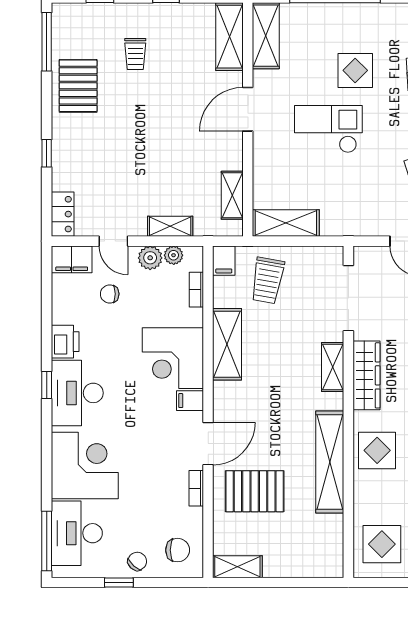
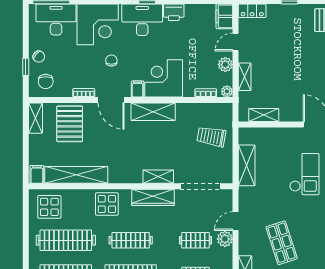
shelving: (286, 223) -> (247, 165), moved
plant: (174, 255) -> (227, 91), moved
filing cabinet: (224, 261) -> (37, 174), moved, turned 90
chair: (110, 294) -> (111, 60), moved
shelving: (227, 344) -> (153, 112), moved
shelving: (330, 462) -> (76, 175), moved
pallet: (255, 491) -> (70, 124), moved
window: (119, 583) -> (26, 67), moved

